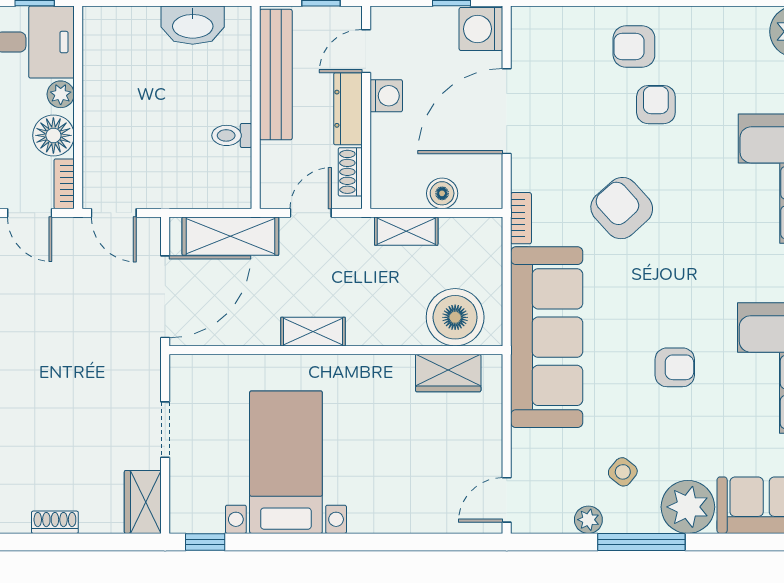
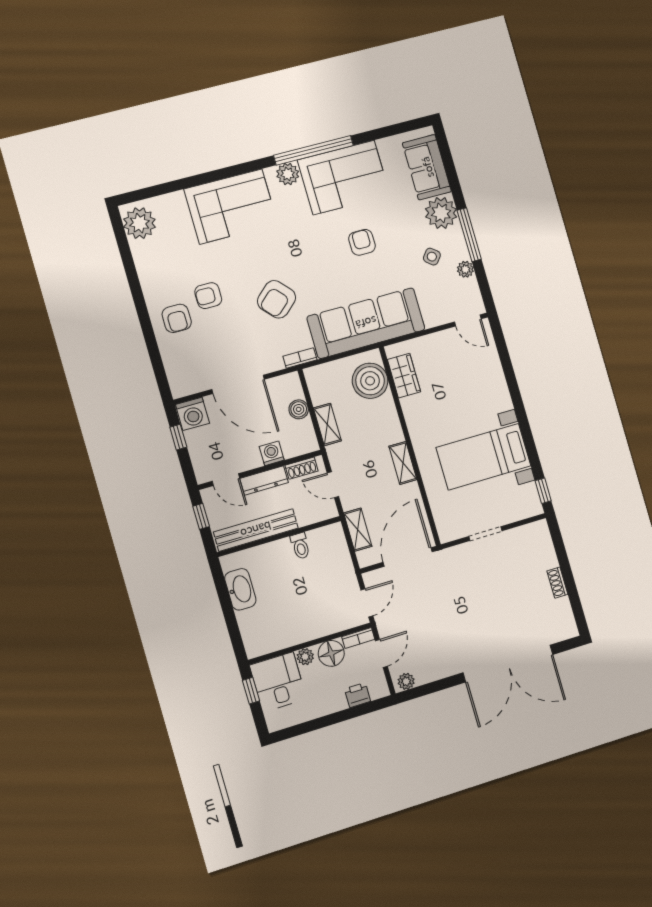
washing machine: (386, 96) -> (272, 453), moved
shelving: (230, 236) -> (358, 530), width x0.67, depth x0.75
door: (165, 297) -> (408, 557), hinge flipped
wardrobe: (143, 502) -> (531, 534), removed

